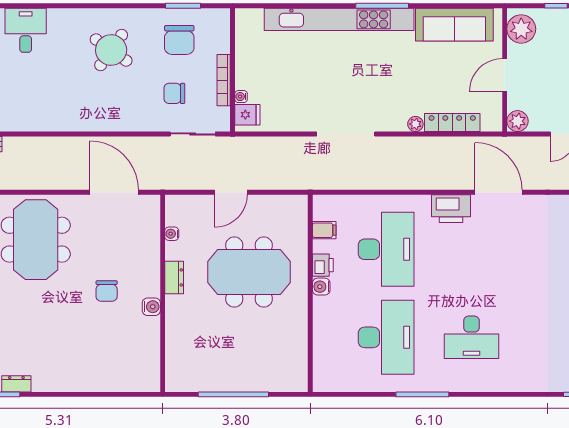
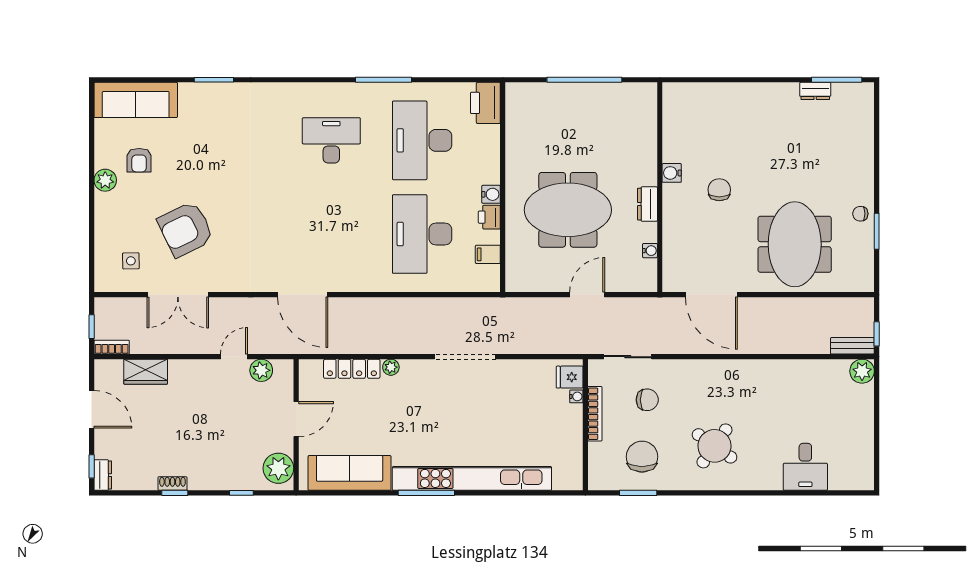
plant: (518, 121) -> (261, 370), moved
printer: (451, 209) -> (485, 103), moved, turned -90

